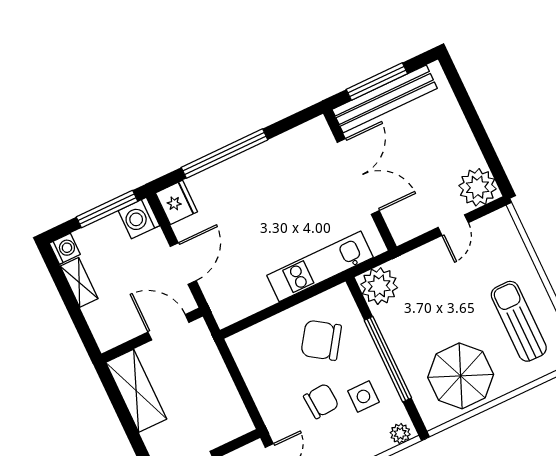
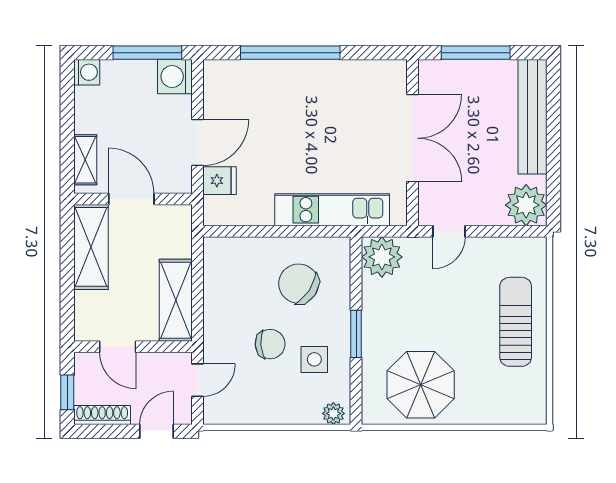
bench: (385, 99) -> (533, 117), moved, turned 90
fridge: (176, 202) -> (220, 181), moved, width x0.72
door: (453, 225) -> (449, 231), moved
shelving: (79, 282) -> (85, 160), moved
sun lounger: (519, 321) -> (516, 322), moved
door: (168, 327) -> (131, 199), moved
window: (388, 359) -> (356, 334), width x0.47
shelving: (227, 402) -> (176, 300), added

